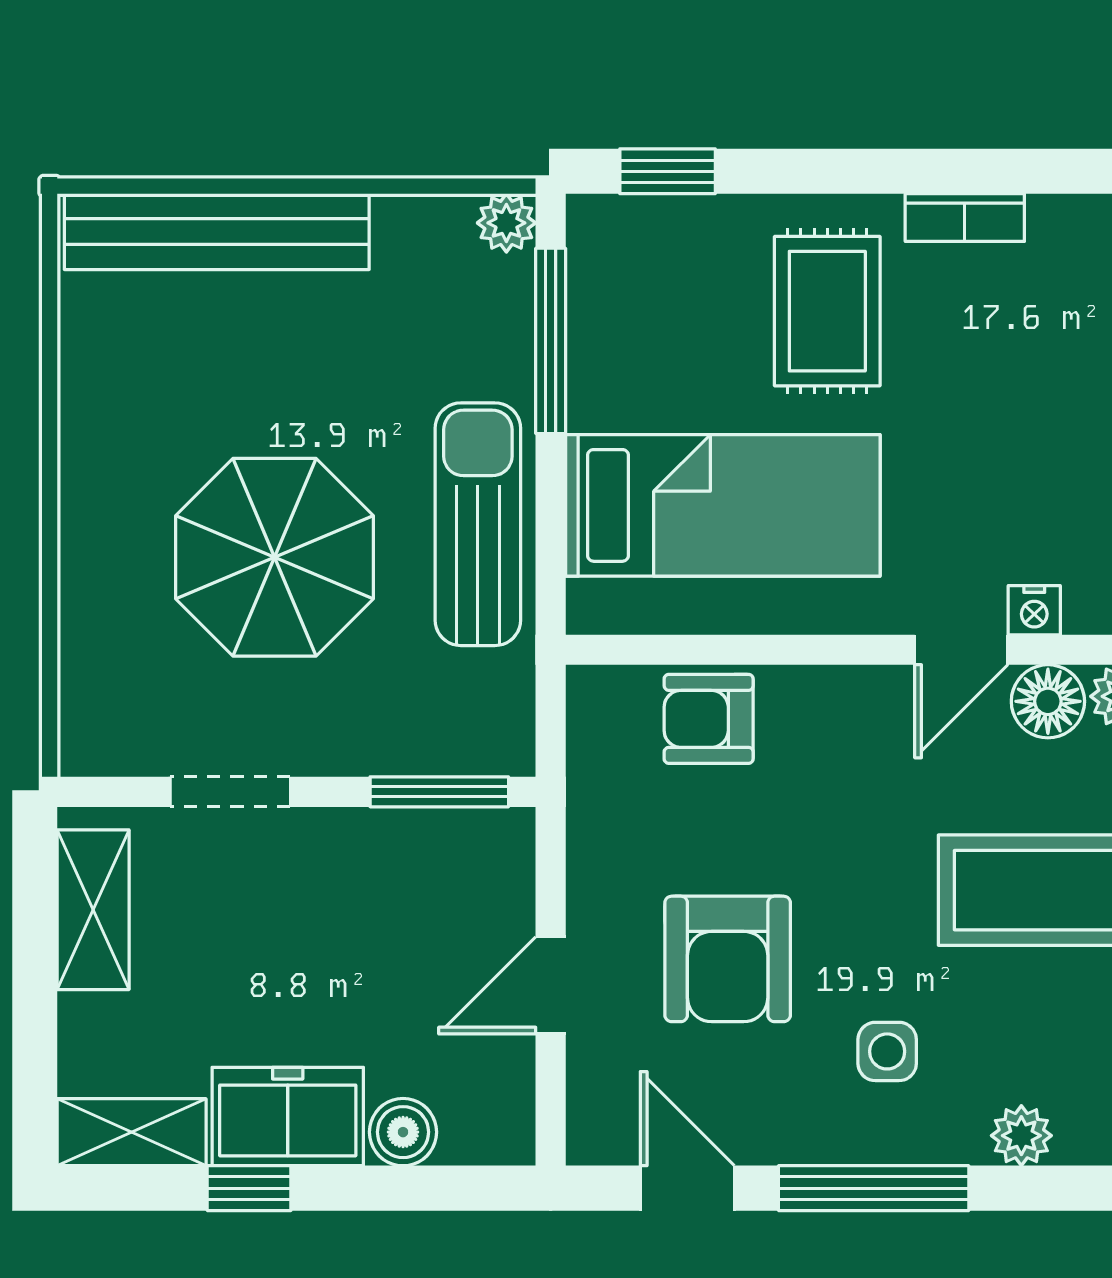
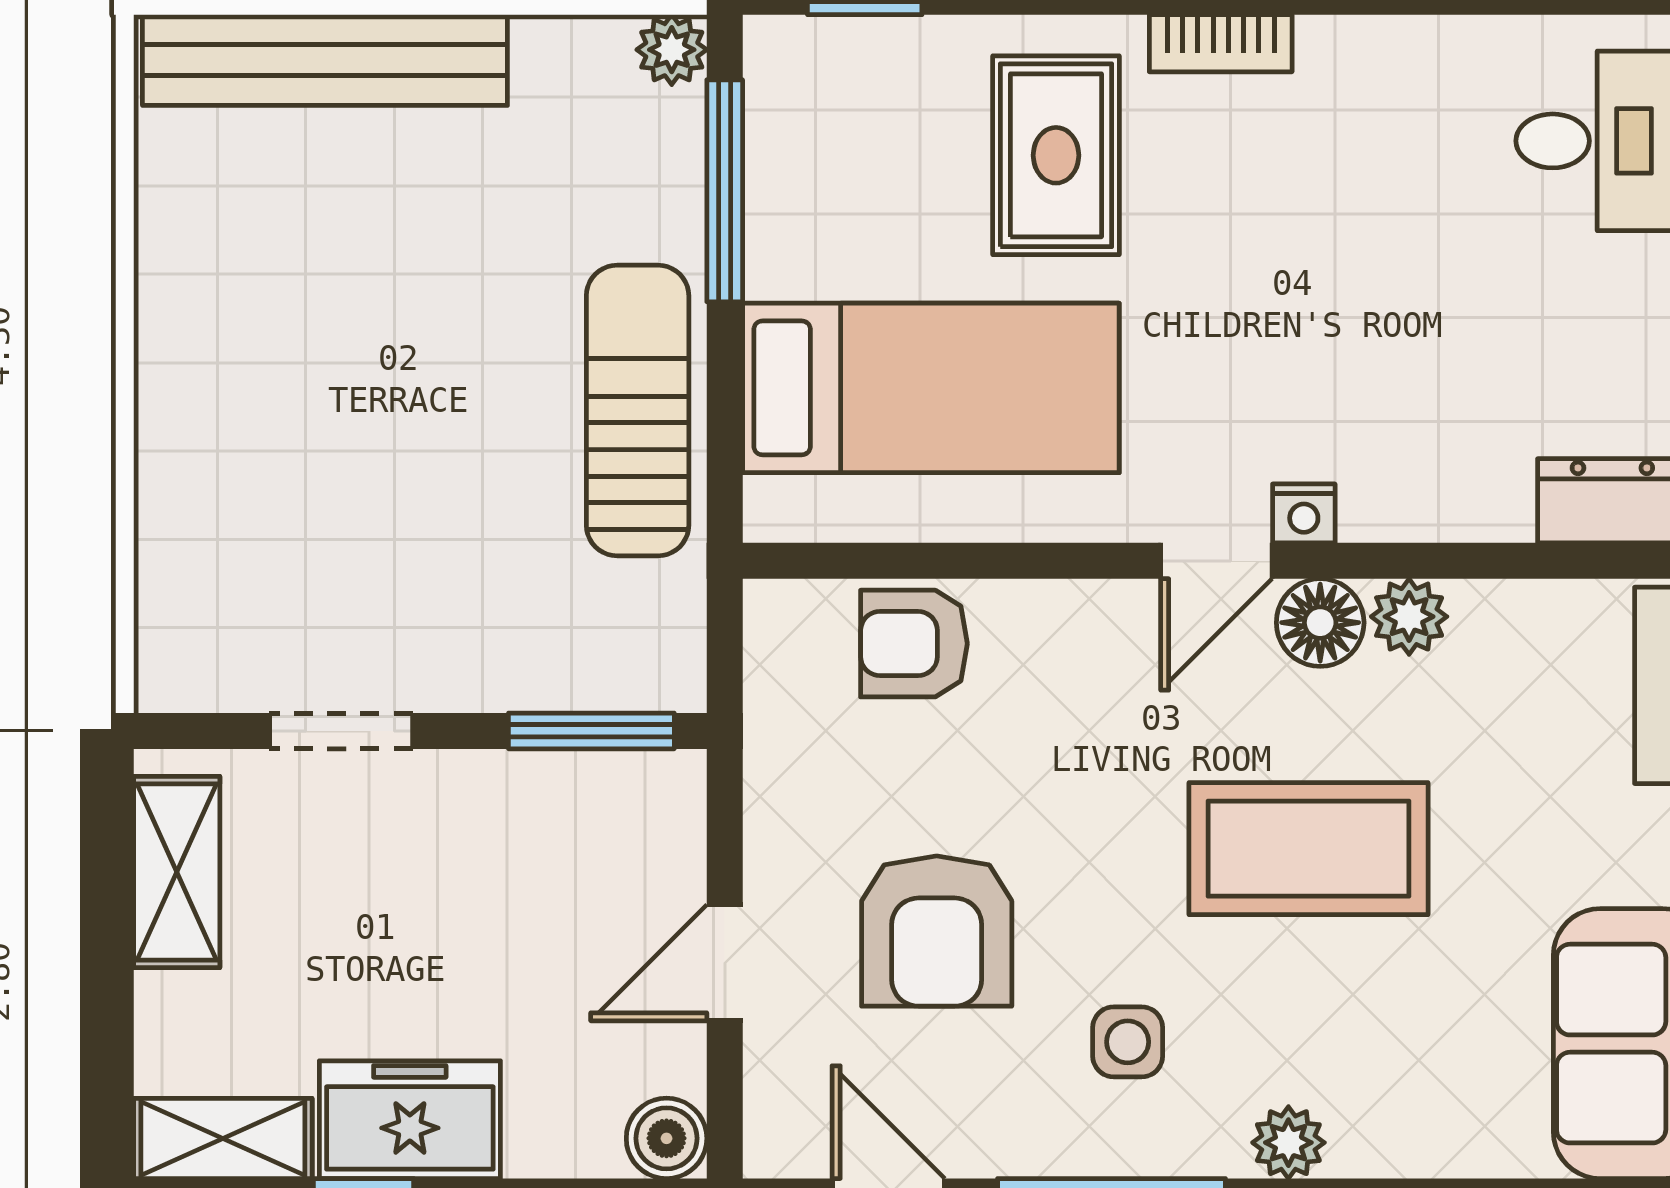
parasol: (275, 557) -> (394, 450), removed
boiler: (403, 1132) -> (667, 1138), moved

